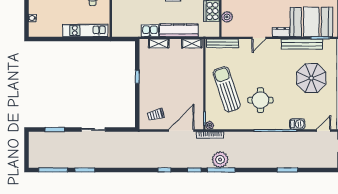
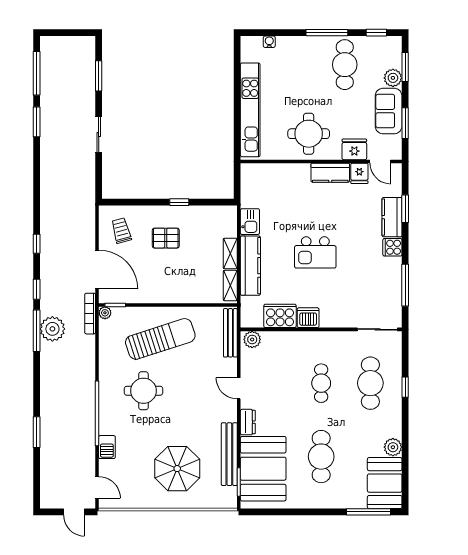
plant: (227, 17) -> (252, 339), moved
kitchen unit: (85, 30) -> (250, 110), width x1.36
shelving: (159, 43) -> (230, 253), moved
pallet: (161, 86) -> (166, 238), added

